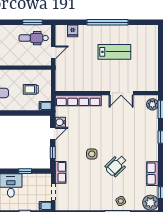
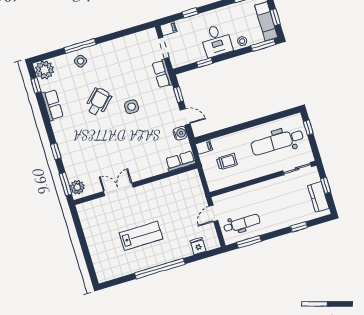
lab bench: (114, 52) -> (141, 236), turned 180
row of seats: (78, 101) -> (180, 161), width x0.50
door: (53, 134) -> (185, 117), swing flipped

